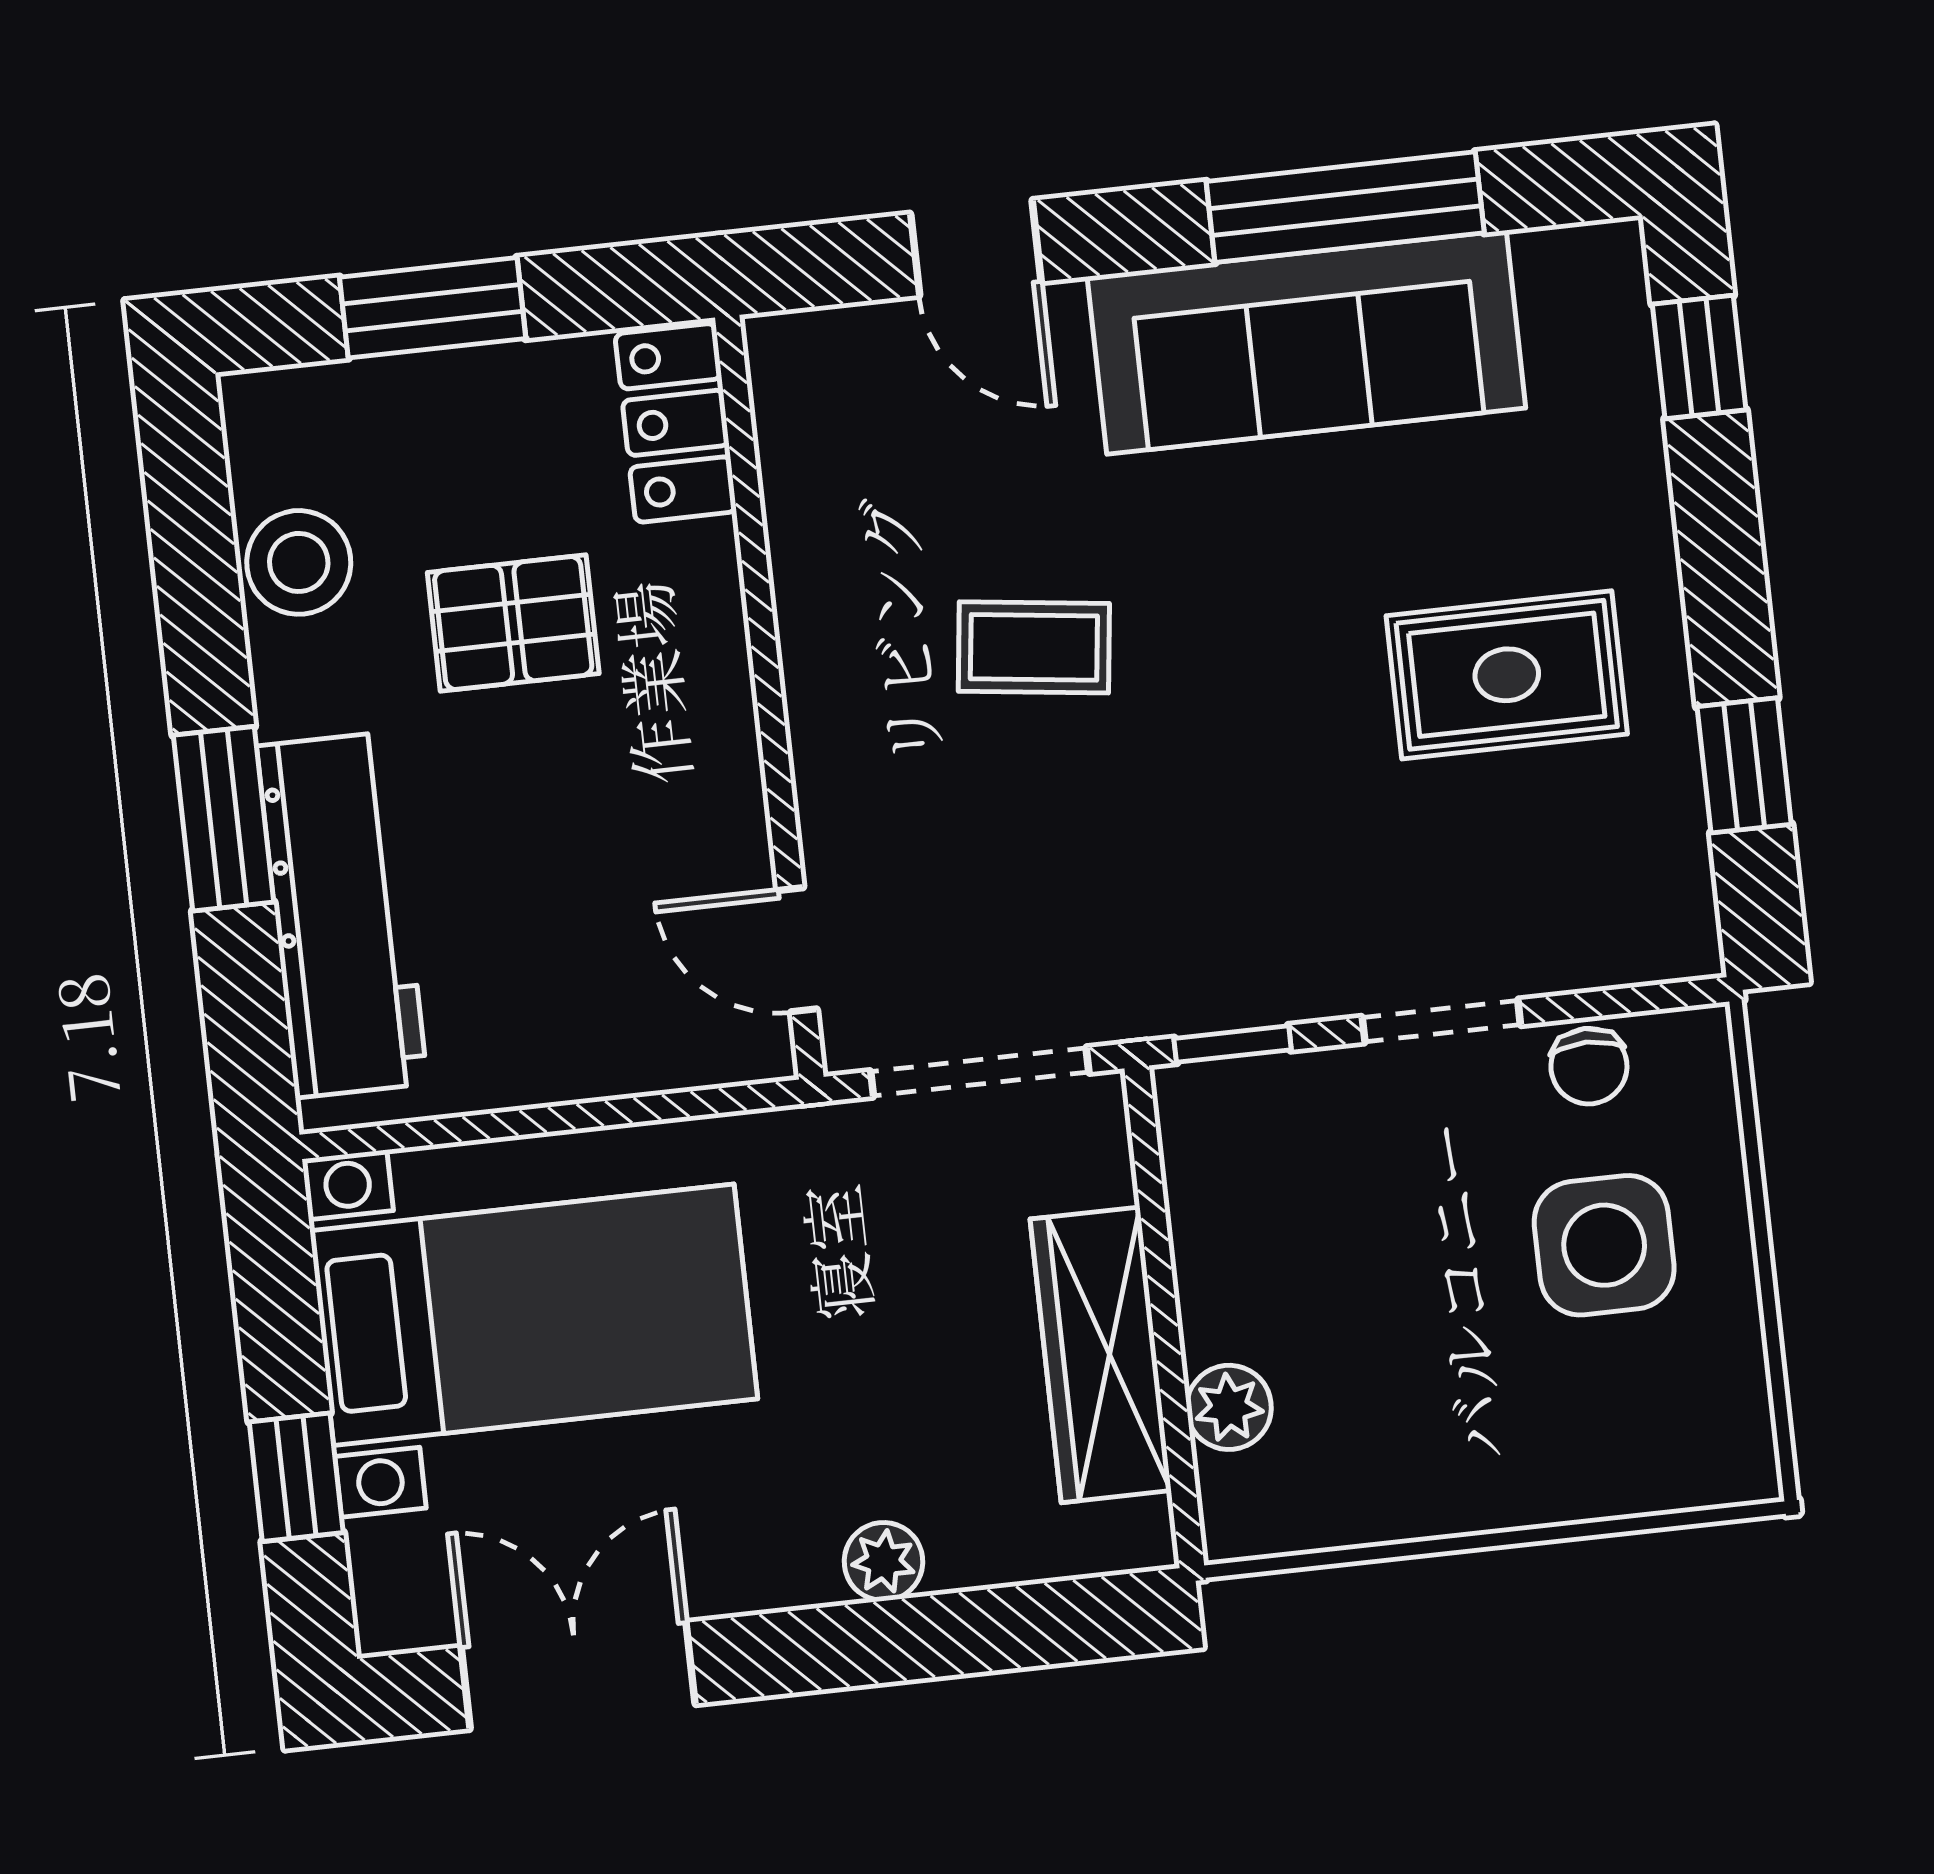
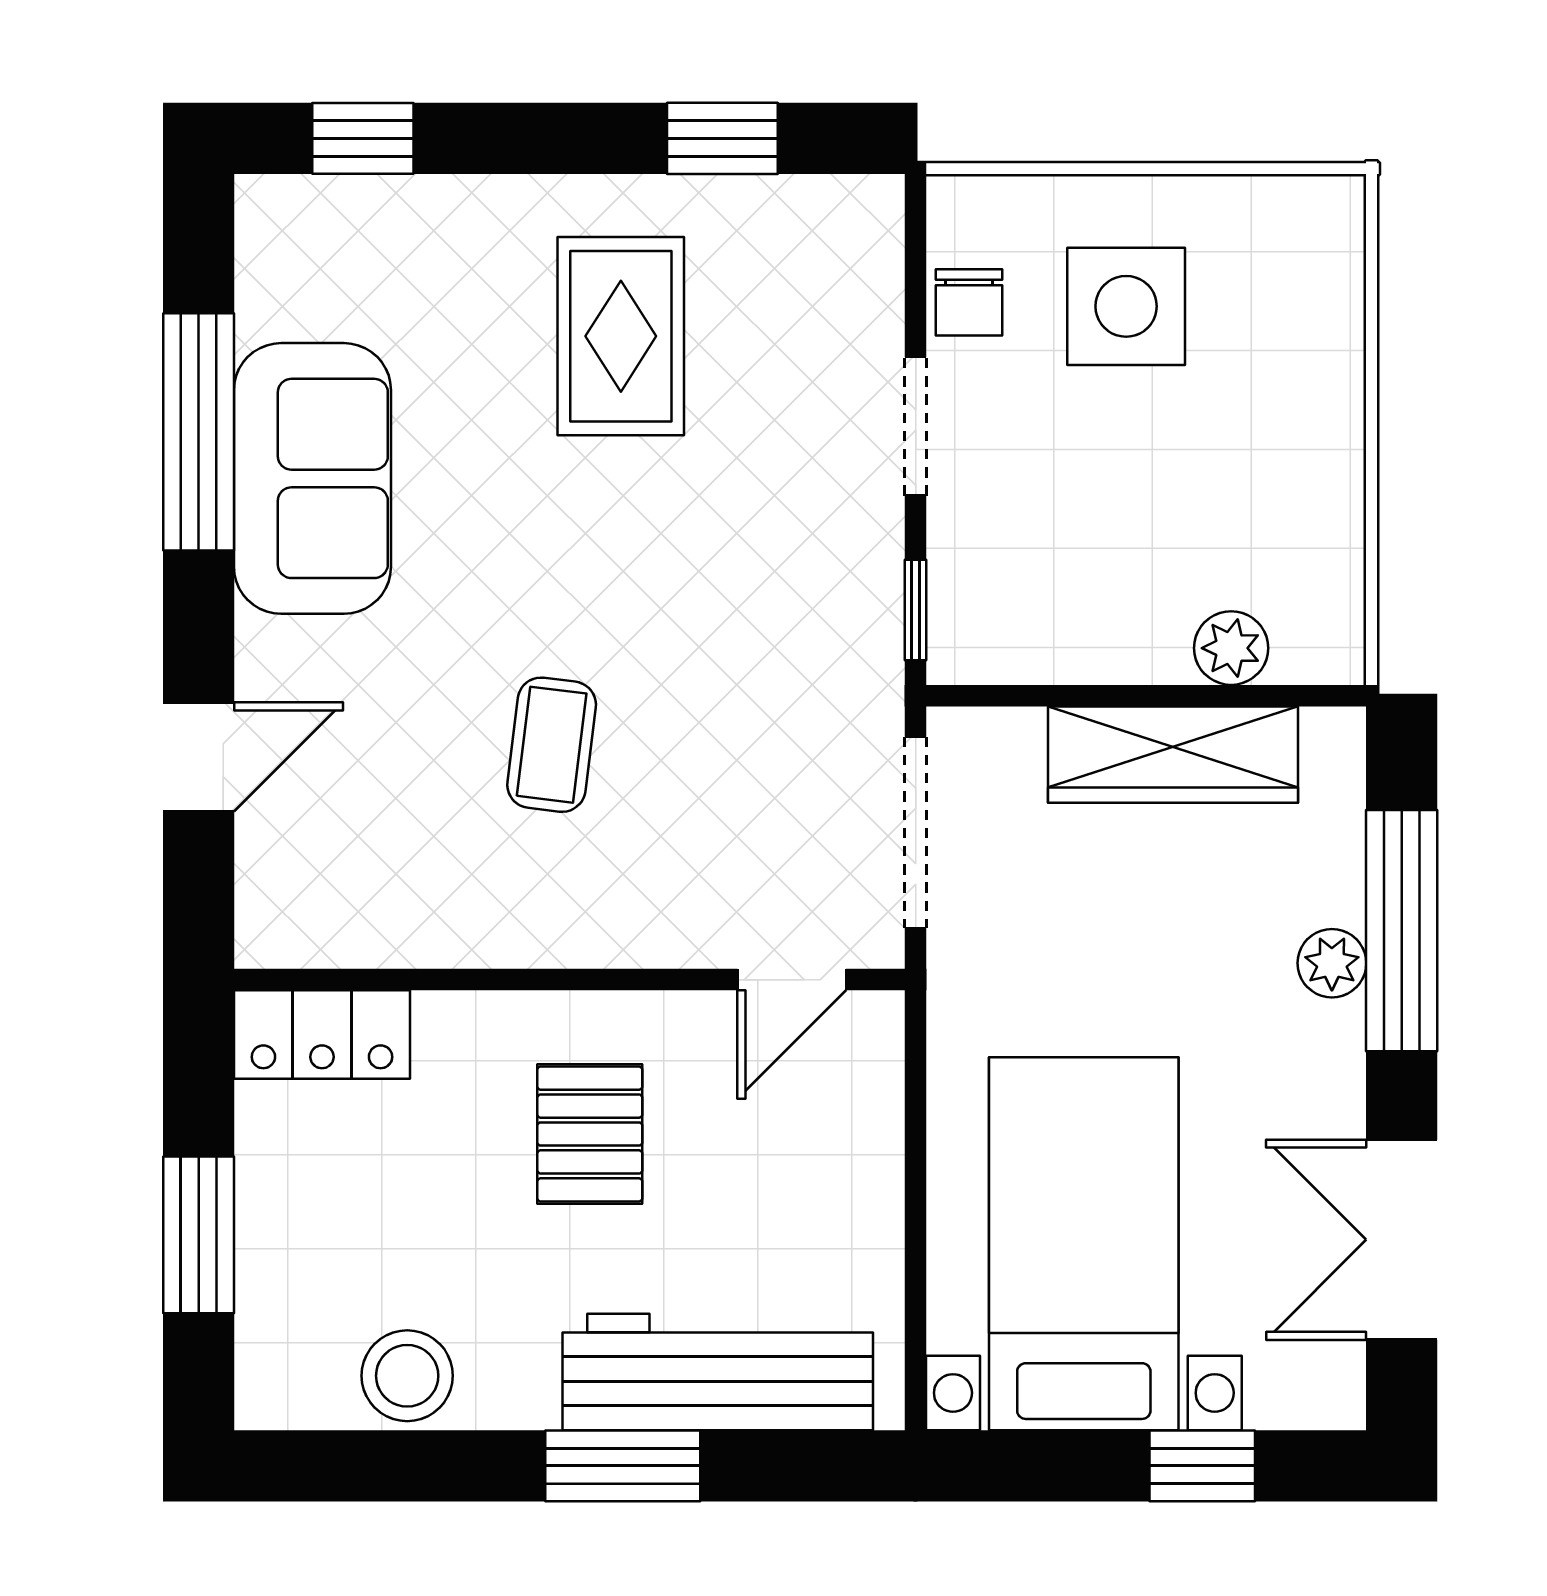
sofa: (1306, 342) -> (312, 478), width x0.73
pallet: (513, 623) -> (590, 1134), moved
chair: (1589, 1066) -> (969, 302), turned 90
window: (929, 1637) -> (1402, 931), added

